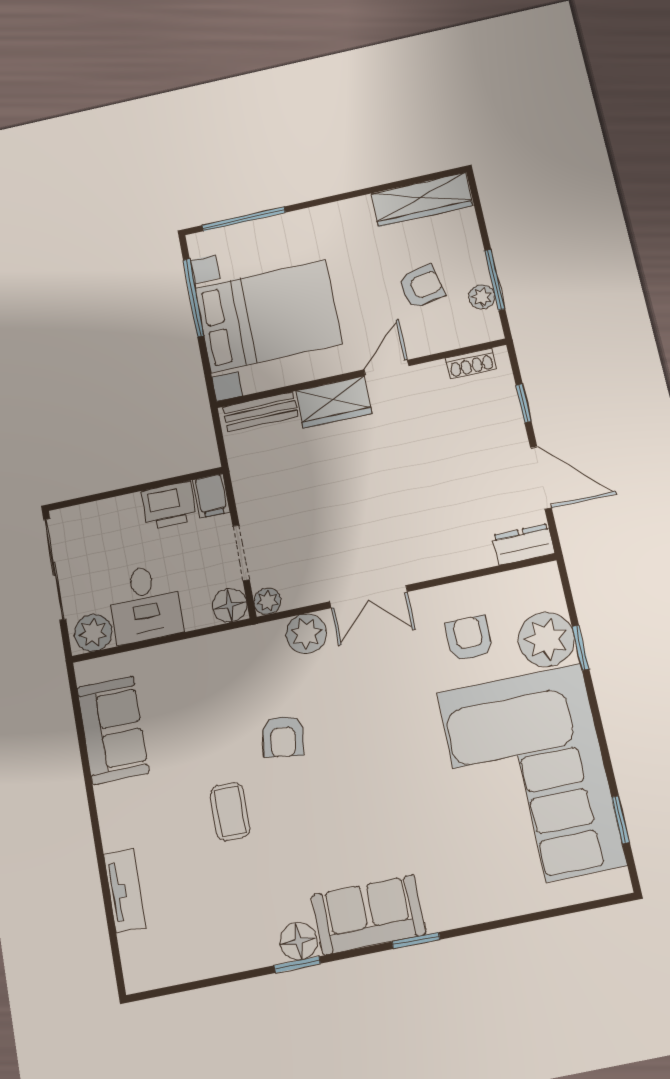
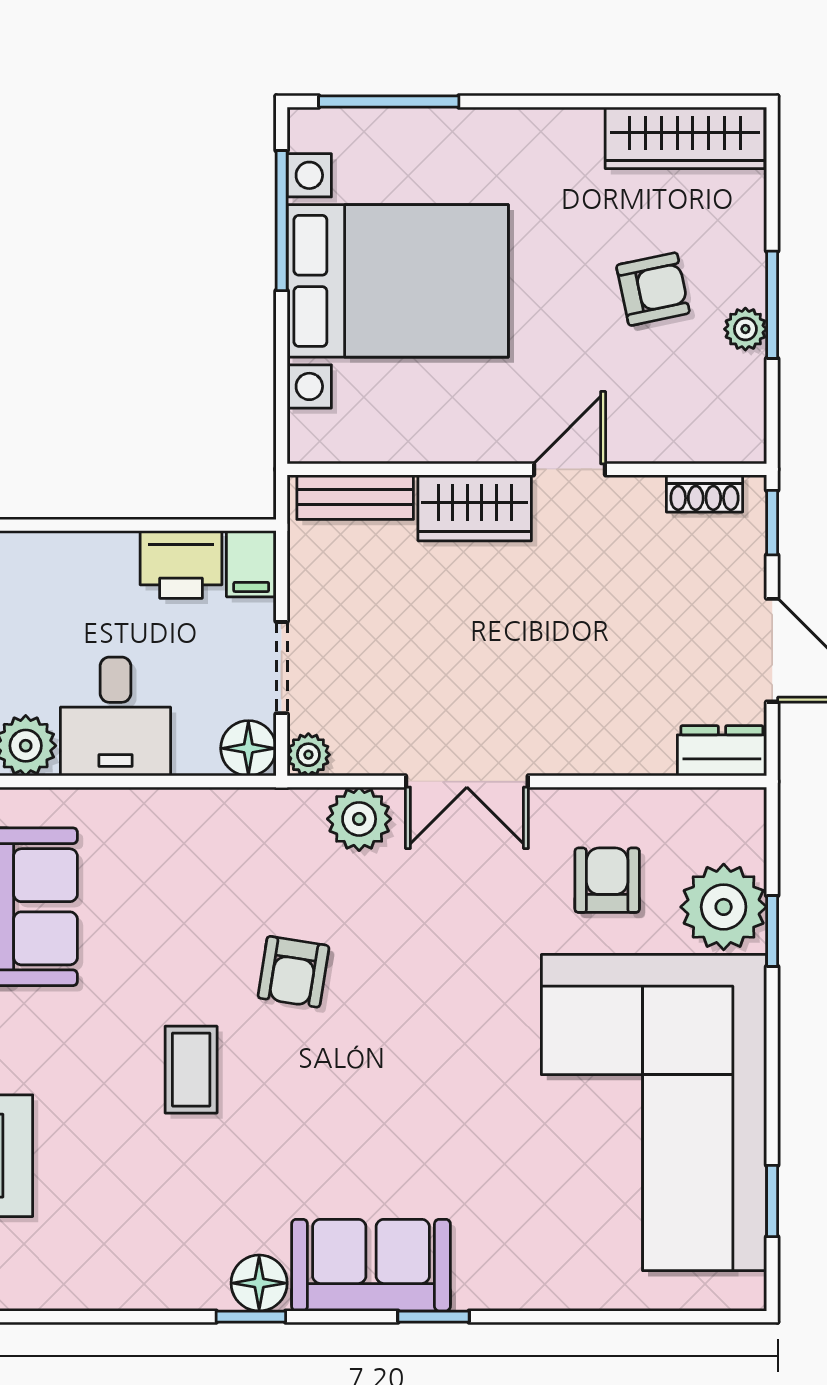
shoe rack: (471, 364) -> (705, 493), moved
door: (386, 368) -> (569, 469), moved
wall: (361, 373) -> (527, 469), moved
wardrobe: (334, 402) -> (475, 508), moved
bench: (261, 412) -> (355, 497), moved

